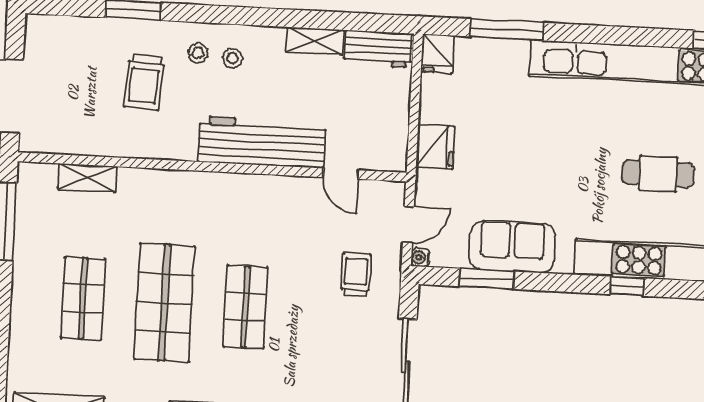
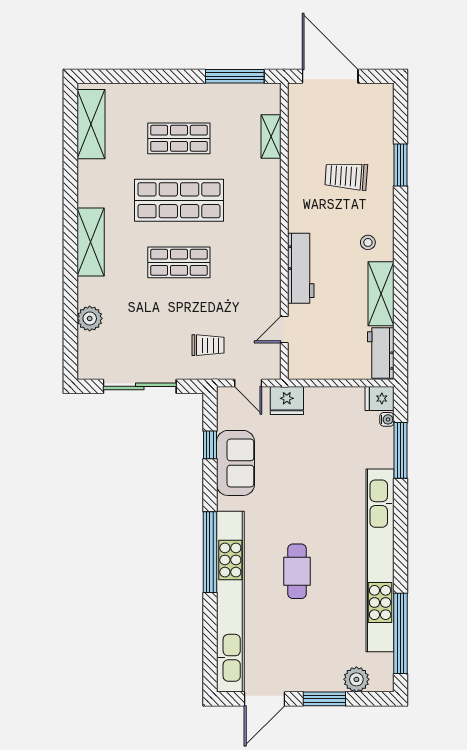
shelving: (315, 41) -> (381, 294), width x1.50, depth x1.33
stool: (198, 53) -> (370, 216), removed
workbench: (262, 142) -> (301, 268), width x0.73, depth x0.76
fridge: (435, 147) -> (287, 401), moved
water cooler: (420, 257) -> (387, 419), moved, turned 90
window: (487, 279) -> (210, 445), width x0.67
window: (627, 286) -> (210, 552), width x3.17

